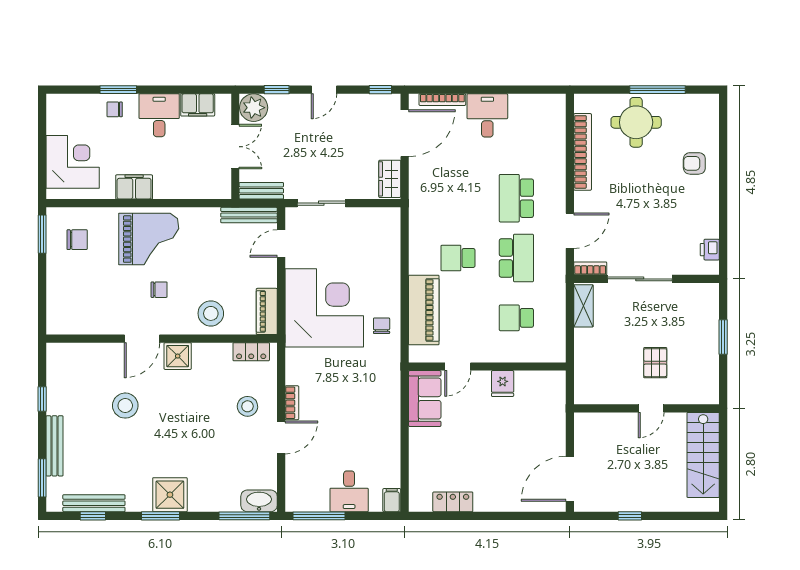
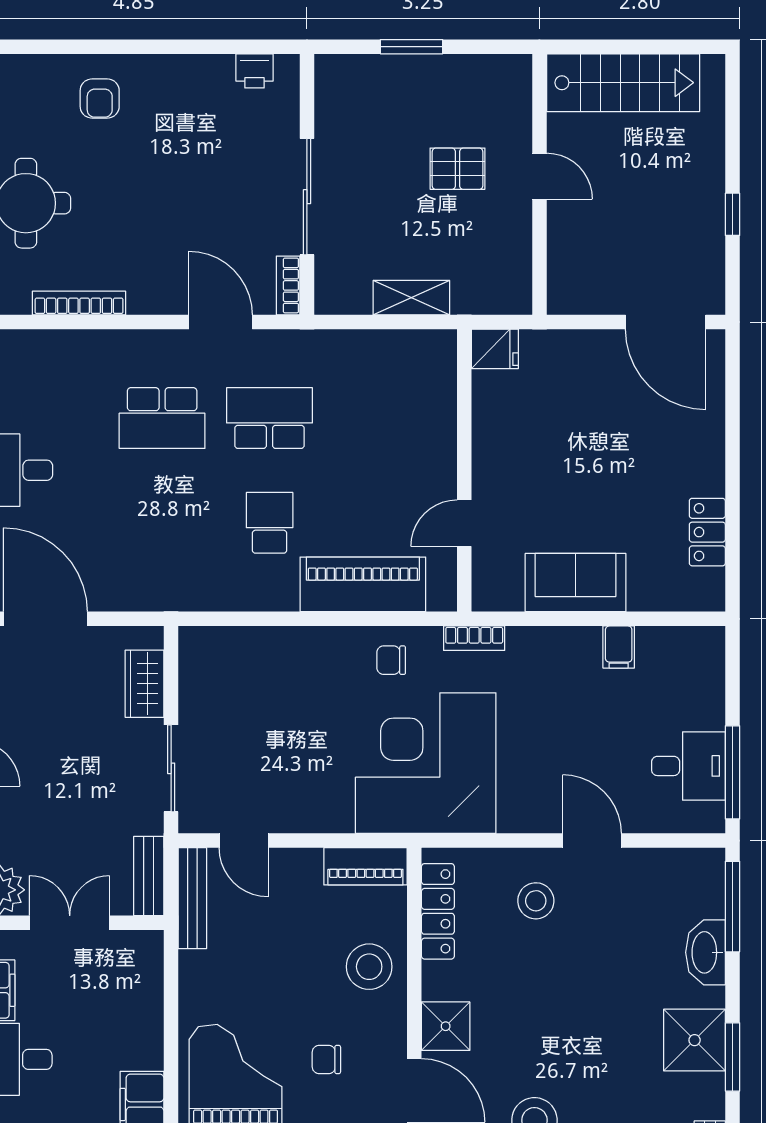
bookcase: (583, 152) -> (79, 303), width x0.68, depth x0.76
wardrobe: (390, 179) -> (144, 684), moved, turned 90
school desk: (458, 258) -> (270, 523), turned 180
chair: (159, 290) -> (326, 1060), turned -90
shelving: (583, 306) -> (411, 298), moved
corner desk: (324, 308) -> (426, 763), moved
school desk: (516, 318) -> (377, 418), removed
locker: (251, 352) -> (438, 911), width x1.53
door: (458, 366) -> (464, 523), swing flipped
fridge: (503, 384) -> (495, 349), moved
sofa: (425, 399) -> (576, 583), moved
bookcase: (292, 403) -> (474, 638), moved, turned 180
desk: (349, 491) -> (688, 766), moved
filing cabinet: (392, 500) -> (619, 647), moved, turned -90
washbasin: (259, 501) -> (706, 952), moved

